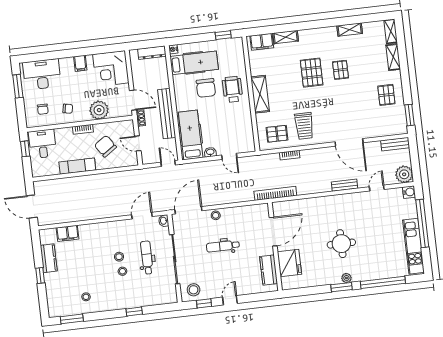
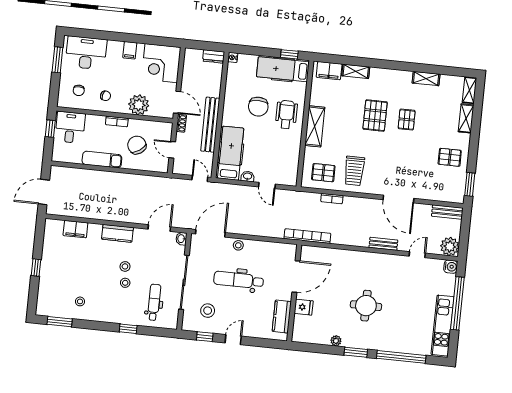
dresser: (152, 53) -> (214, 56), width x0.70
hospital bed: (194, 63) -> (283, 69), moved, turned 180
pallet: (386, 95) -> (450, 157), turned 90
door: (32, 207) -> (44, 192), hinge flipped
dental chair: (223, 246) -> (239, 280), width x1.36, depth x1.38
kitchen counter: (49, 258) -> (117, 233), moved, turned 90
dental chair: (147, 258) -> (154, 302), moved
fridge: (290, 263) -> (304, 307), width x0.53, depth x0.75
plant: (346, 278) -> (336, 341), moved
stool: (194, 290) -> (208, 311), moved

